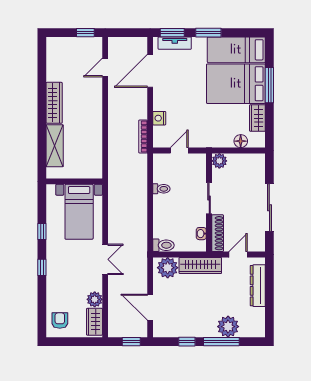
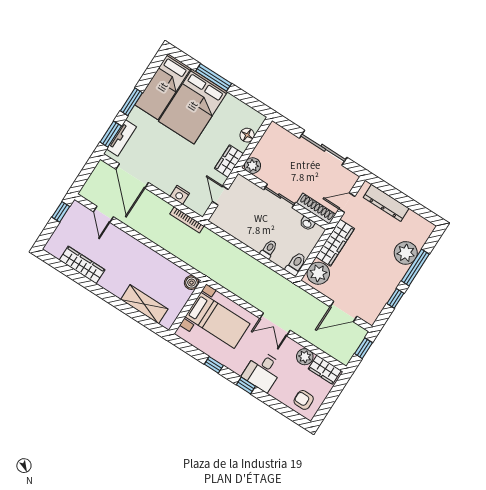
wardrobe: (54, 103) -> (82, 265), moved
wardrobe: (257, 118) -> (229, 161), moved, turned 90
boiler: (96, 172) -> (191, 283), added
toilet: (161, 189) -> (269, 249), moved
door: (238, 254) -> (347, 203), hinge flipped
double door: (105, 259) -> (275, 324), swing flipped
desk: (62, 274) -> (263, 371), added

